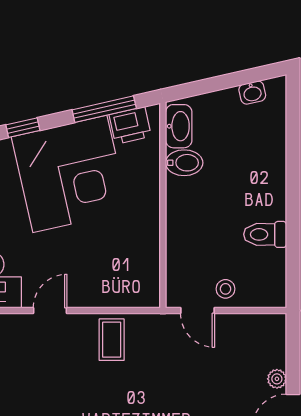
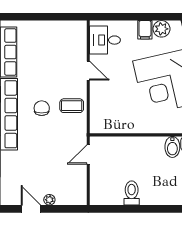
stool: (226, 289) -> (101, 170), removed
chair: (116, 392) -> (42, 108), added

